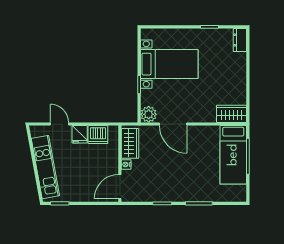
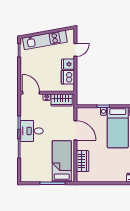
plant: (149, 114) -> (82, 113), removed
wardrobe: (231, 114) -> (82, 161), moved
door: (173, 124) -> (75, 130), swing flipped
bed: (233, 155) -> (62, 161), moved, turned 90
desk: (174, 186) -> (32, 131), added

